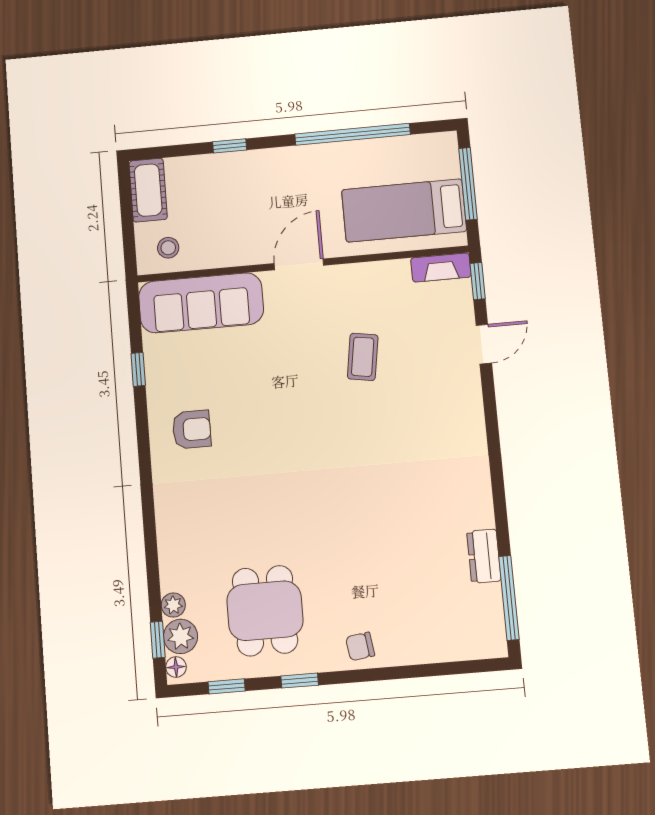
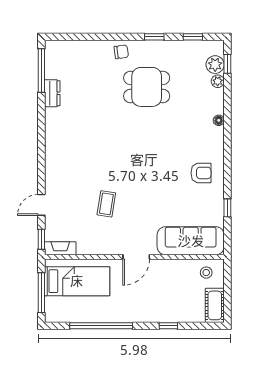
armchair: (192, 429) -> (201, 173), turned 180
dining table: (265, 611) -> (147, 87), moved, turned 90
floor lamp: (176, 667) -> (219, 120), moved

